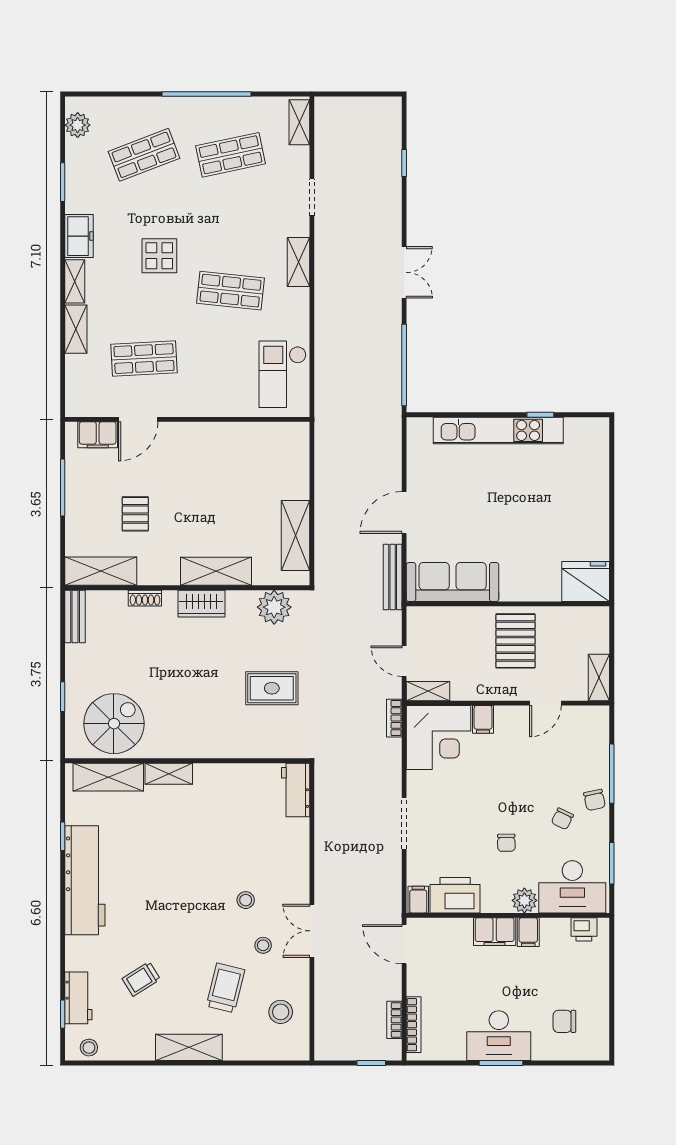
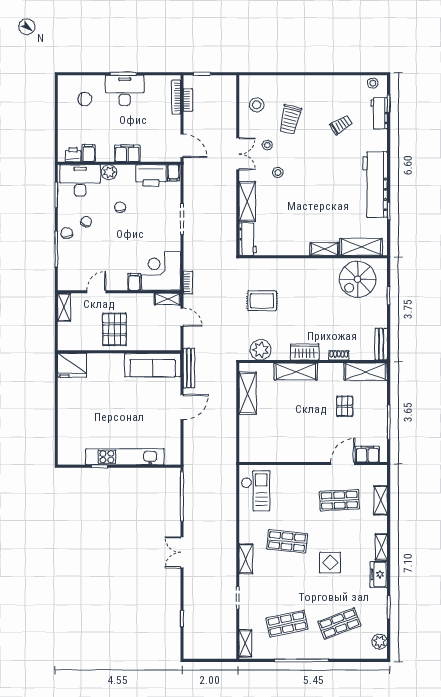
shelving: (76, 329) -> (381, 500), moved
filing cabinet: (528, 932) -> (89, 153), moved
shelving: (189, 1047) -> (247, 202), moved, turned 90

